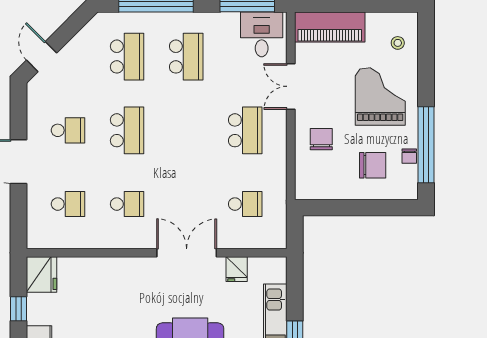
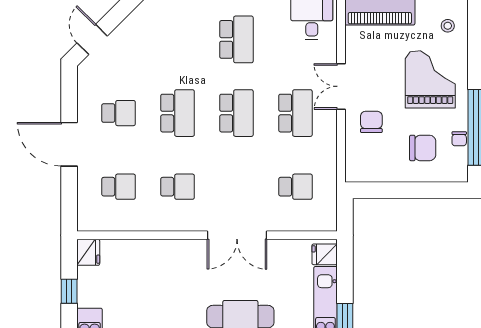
school desk: (127, 57) -> (236, 113), moved
double door: (291, 86) -> (341, 86), moved
double door: (187, 253) -> (237, 235), swing flipped
fridge: (237, 269) -> (325, 254), moved, turned 90
fridge: (42, 275) -> (88, 252), width x0.73, depth x0.75

